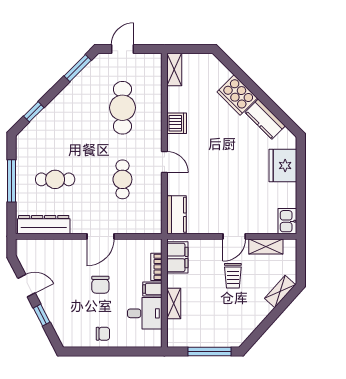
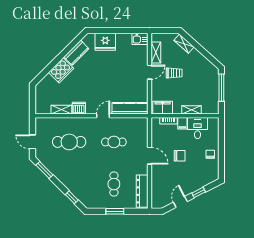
shelving: (174, 70) -> (61, 110), moved
window: (12, 181) -> (115, 211), width x0.69
kitchen counter: (176, 215) -> (130, 108), width x1.50
door: (234, 236) -> (150, 72), hinge flipped

